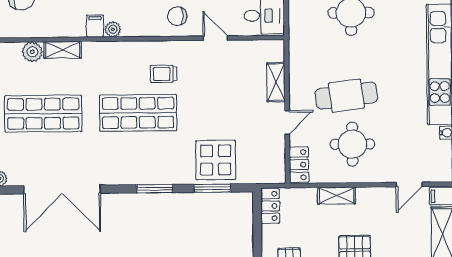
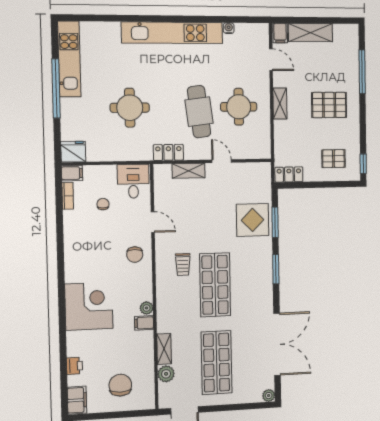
door: (215, 38) -> (153, 222), swing flipped
locker: (299, 165) -> (168, 152), moved
shelving: (337, 196) -> (280, 104), moved

